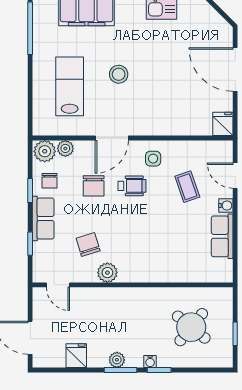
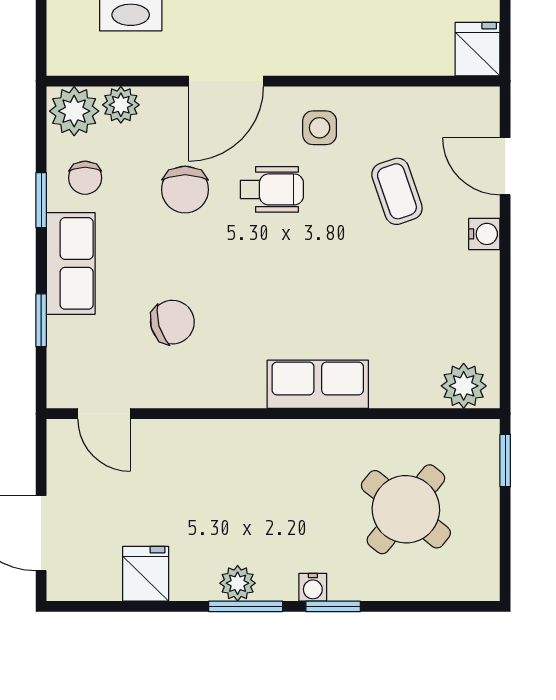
row of seats: (222, 236) -> (318, 384), moved, turned 90
chair: (88, 244) -> (172, 322), turned 91
plant: (107, 273) -> (464, 386), moved
window: (235, 334) -> (505, 460), moved

